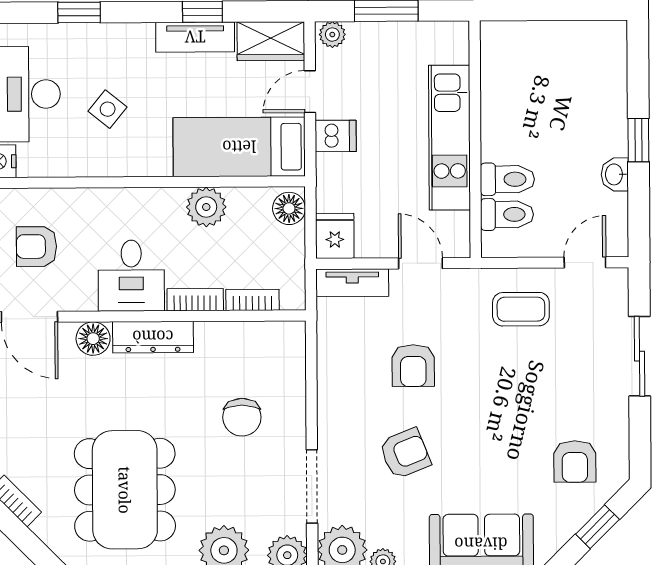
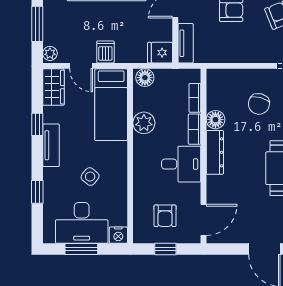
tv unit: (195, 37) -> (51, 145), moved
floor lamp: (93, 339) -> (215, 120), moved
chair: (242, 417) -> (259, 104), turned 105

